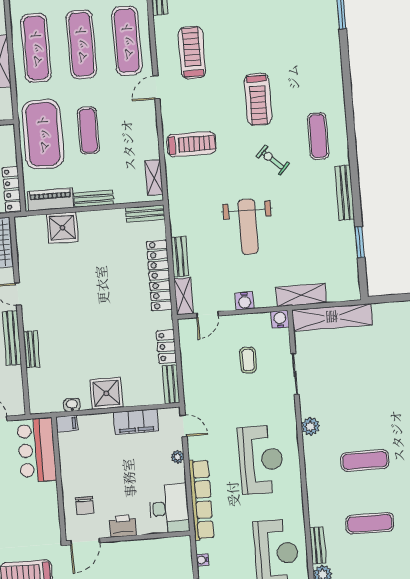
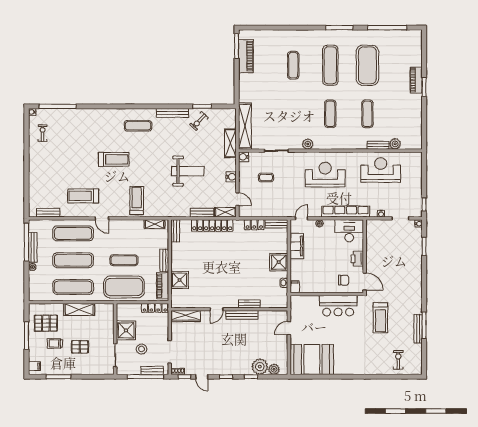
exercise bike: (273, 160) -> (199, 121), moved
bar counter: (37, 450) -> (338, 306), moved

